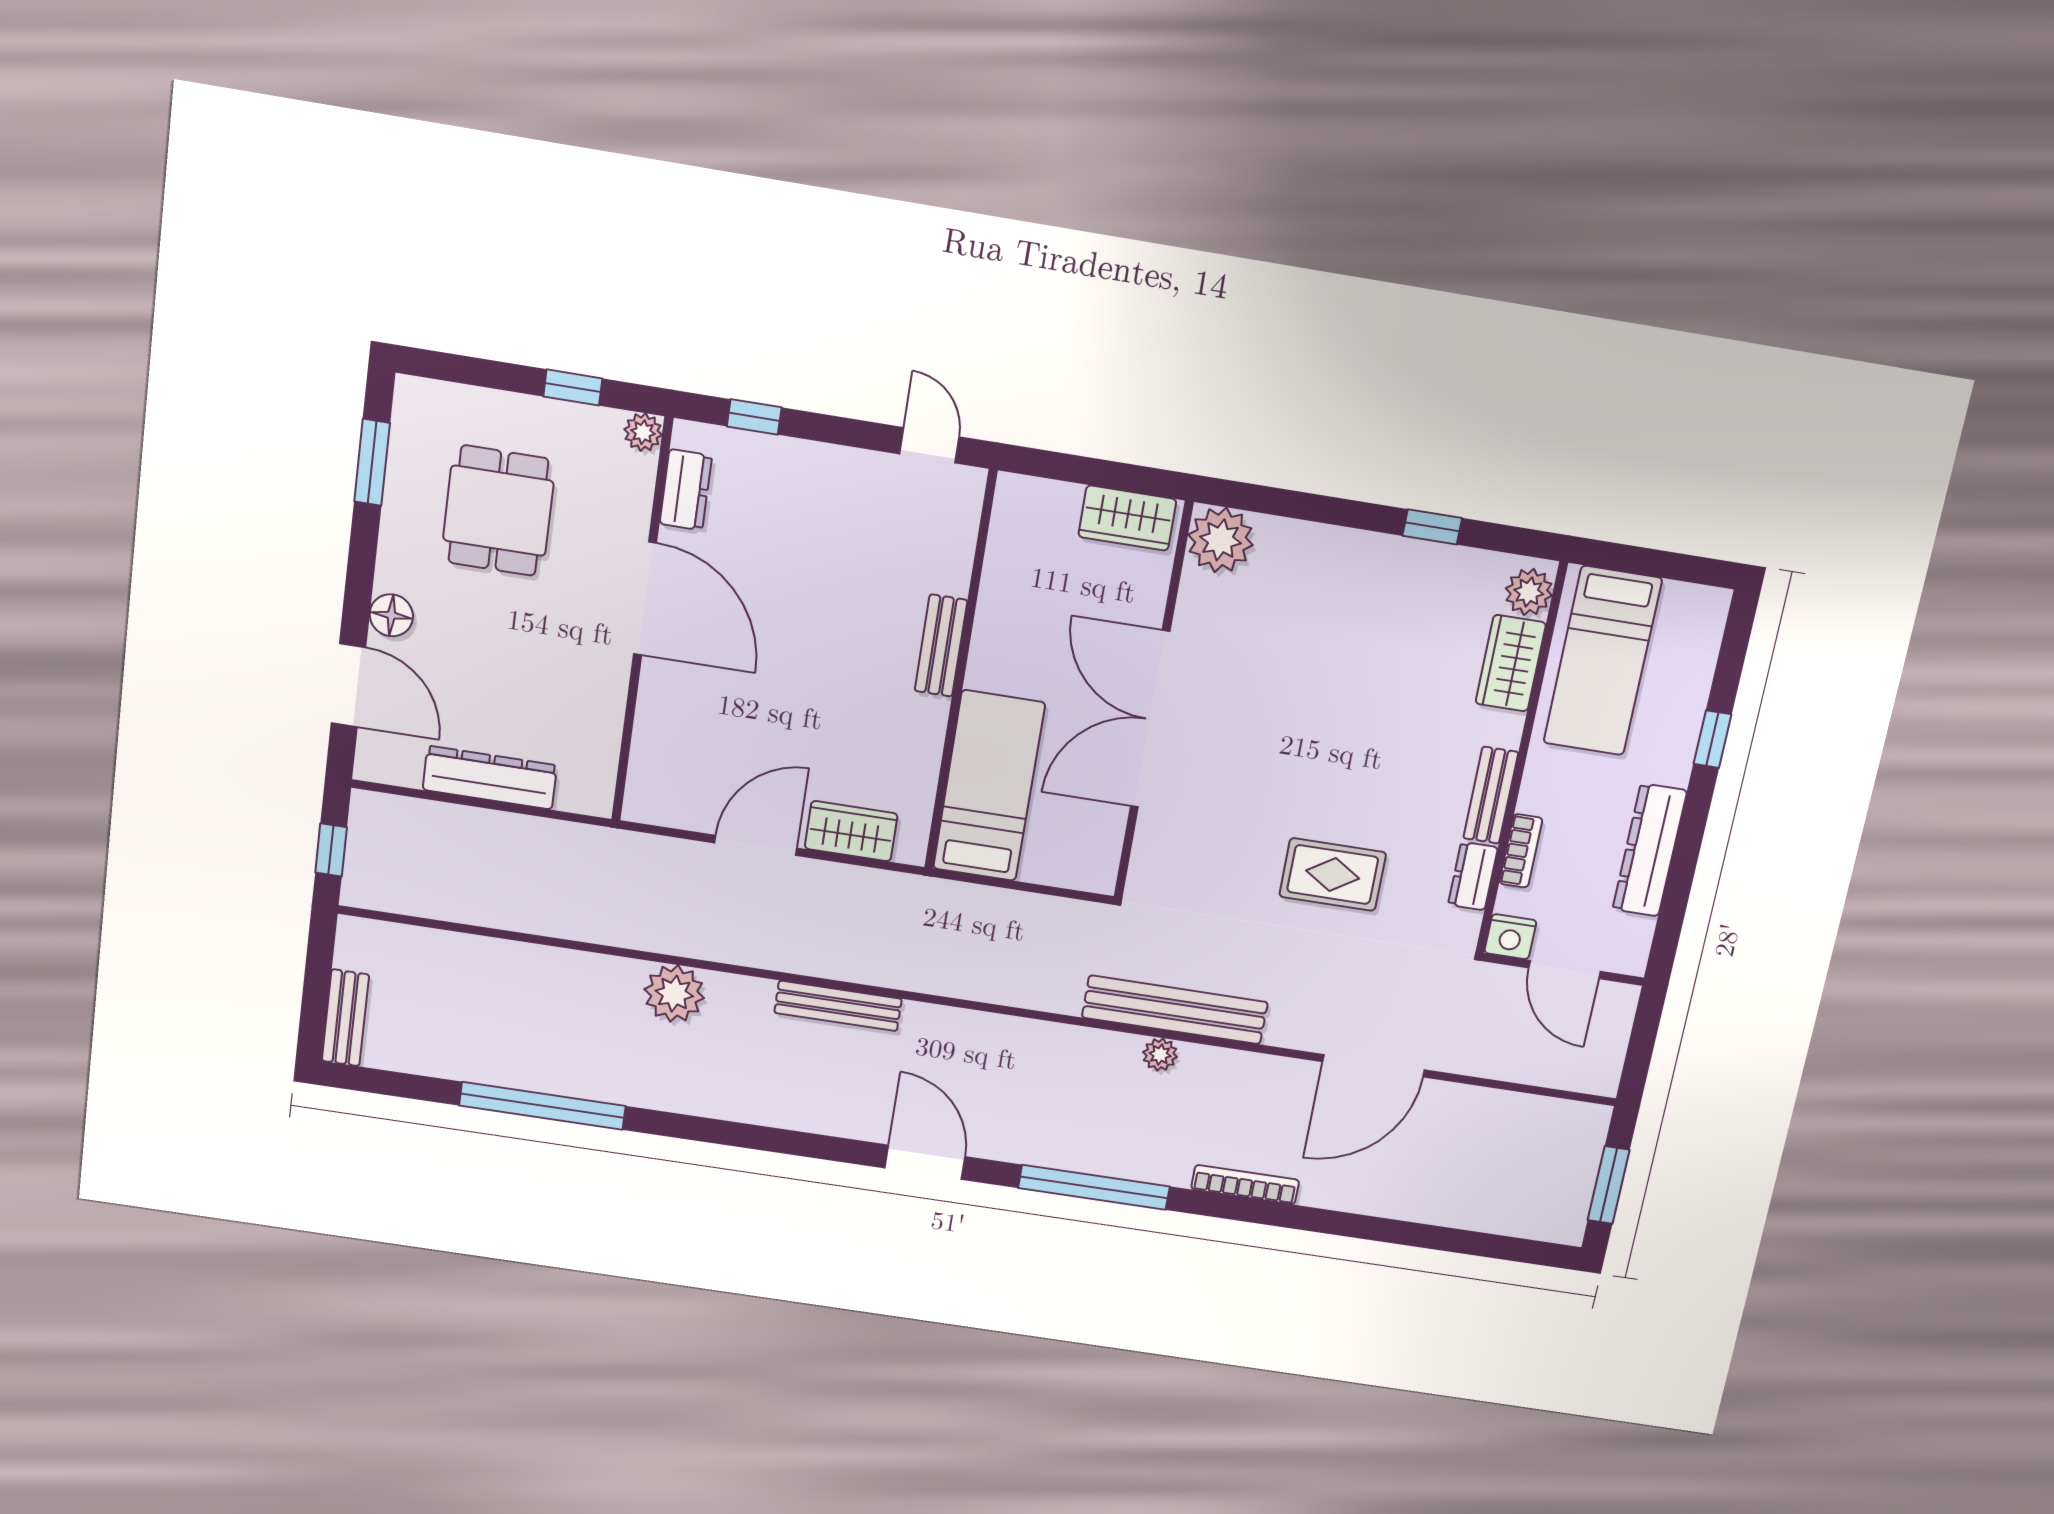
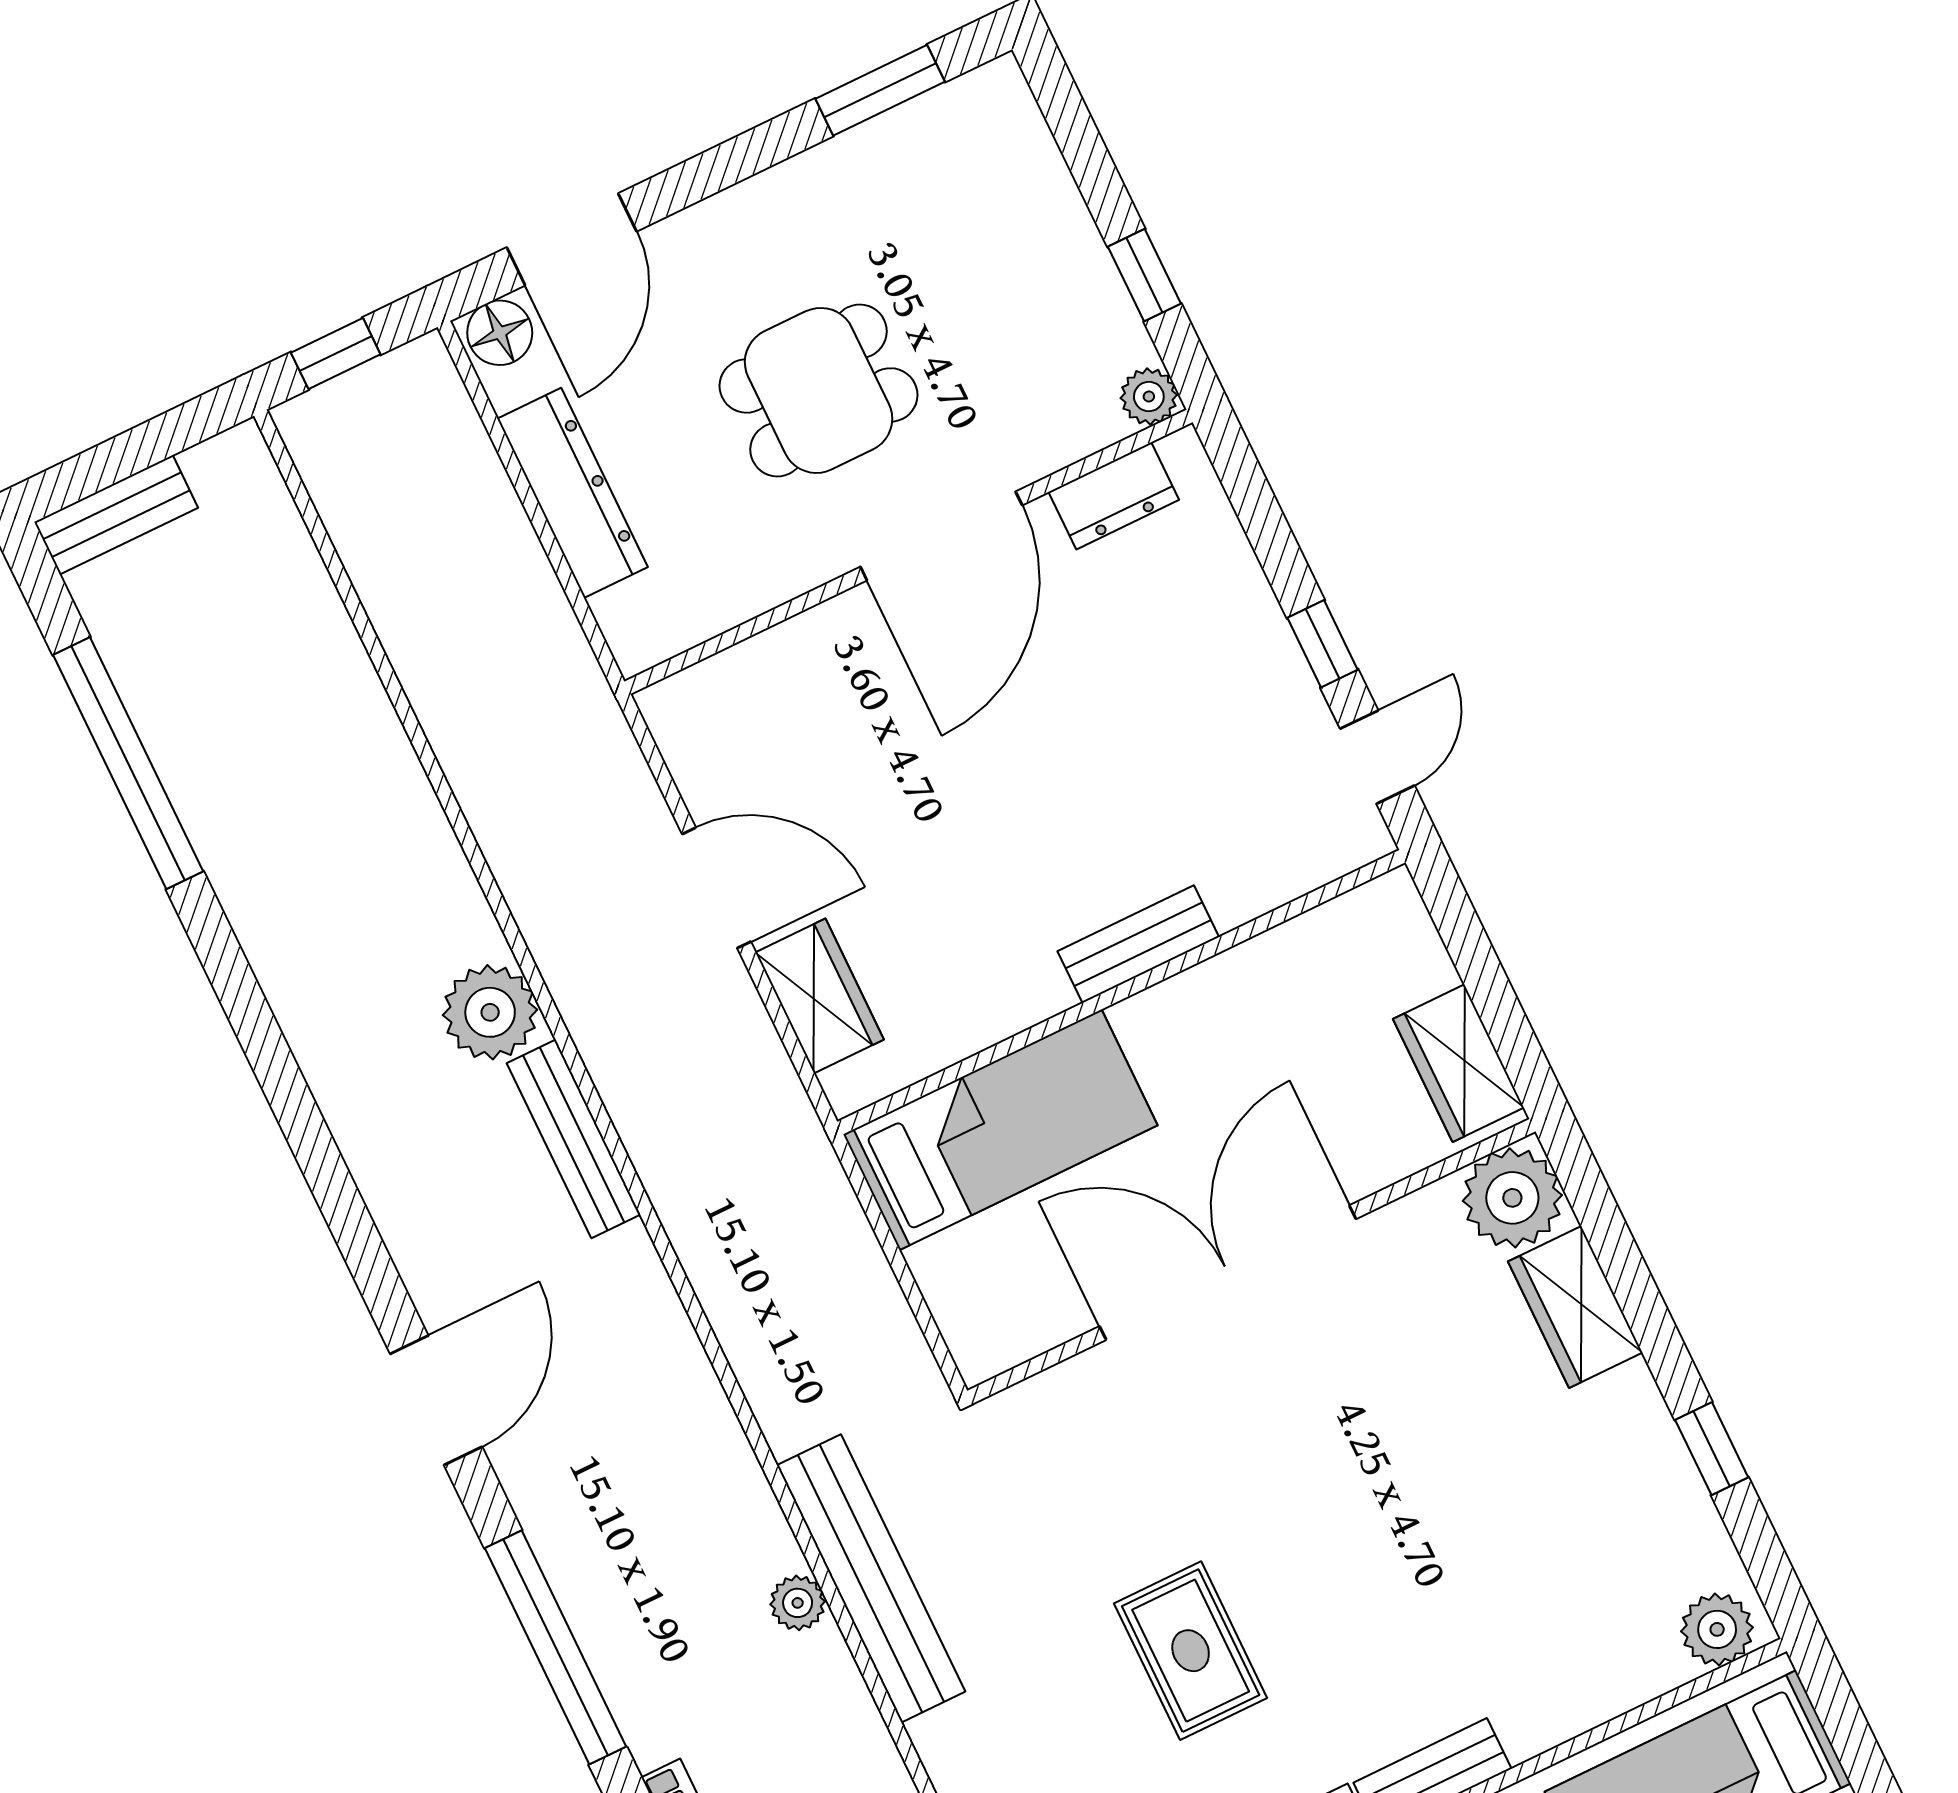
window: (754, 417) -> (1323, 644), moved
dining table: (498, 511) -> (819, 390), moved
floor lamp: (391, 615) -> (500, 333), moved
wardrobe: (1511, 663) -> (1575, 1307), moved, turned -90
plant: (674, 994) -> (490, 1012), moved
window: (542, 1106) -> (128, 763), moved

